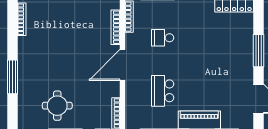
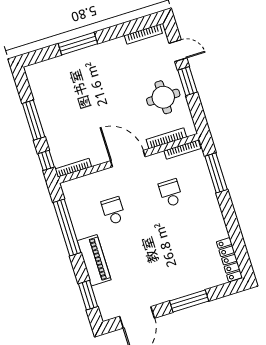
school desk: (163, 91) -> (113, 211), width x0.54
round table: (57, 106) -> (163, 97), moved

